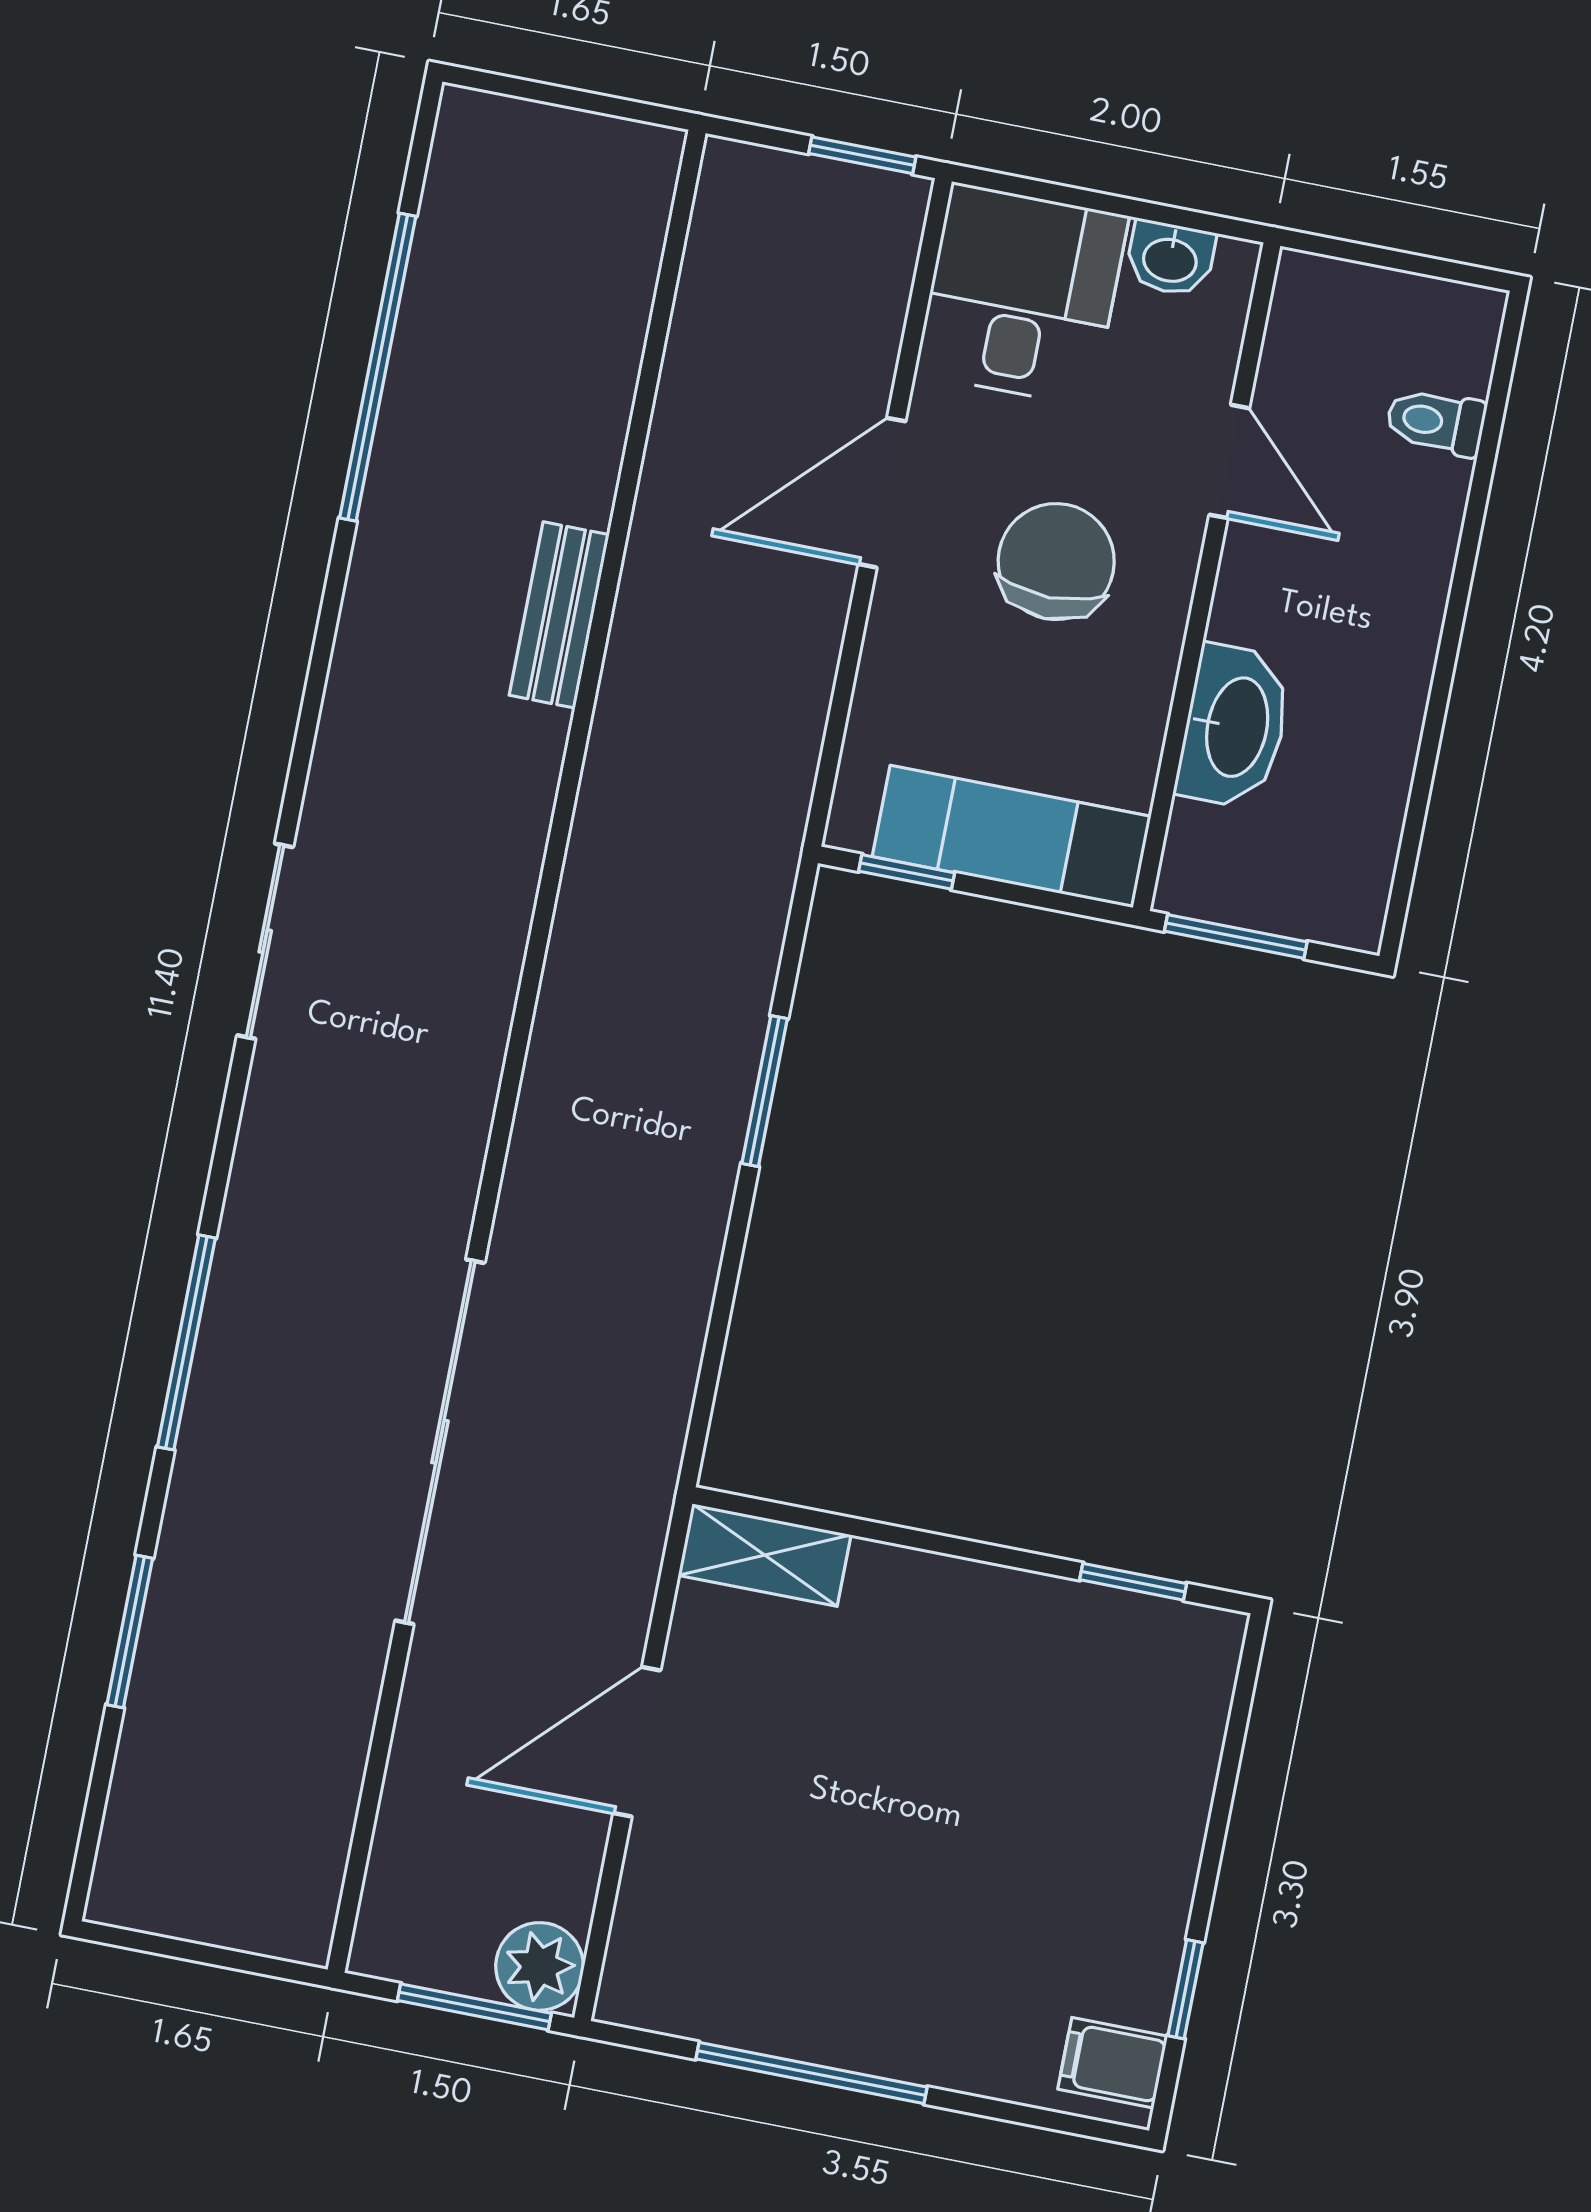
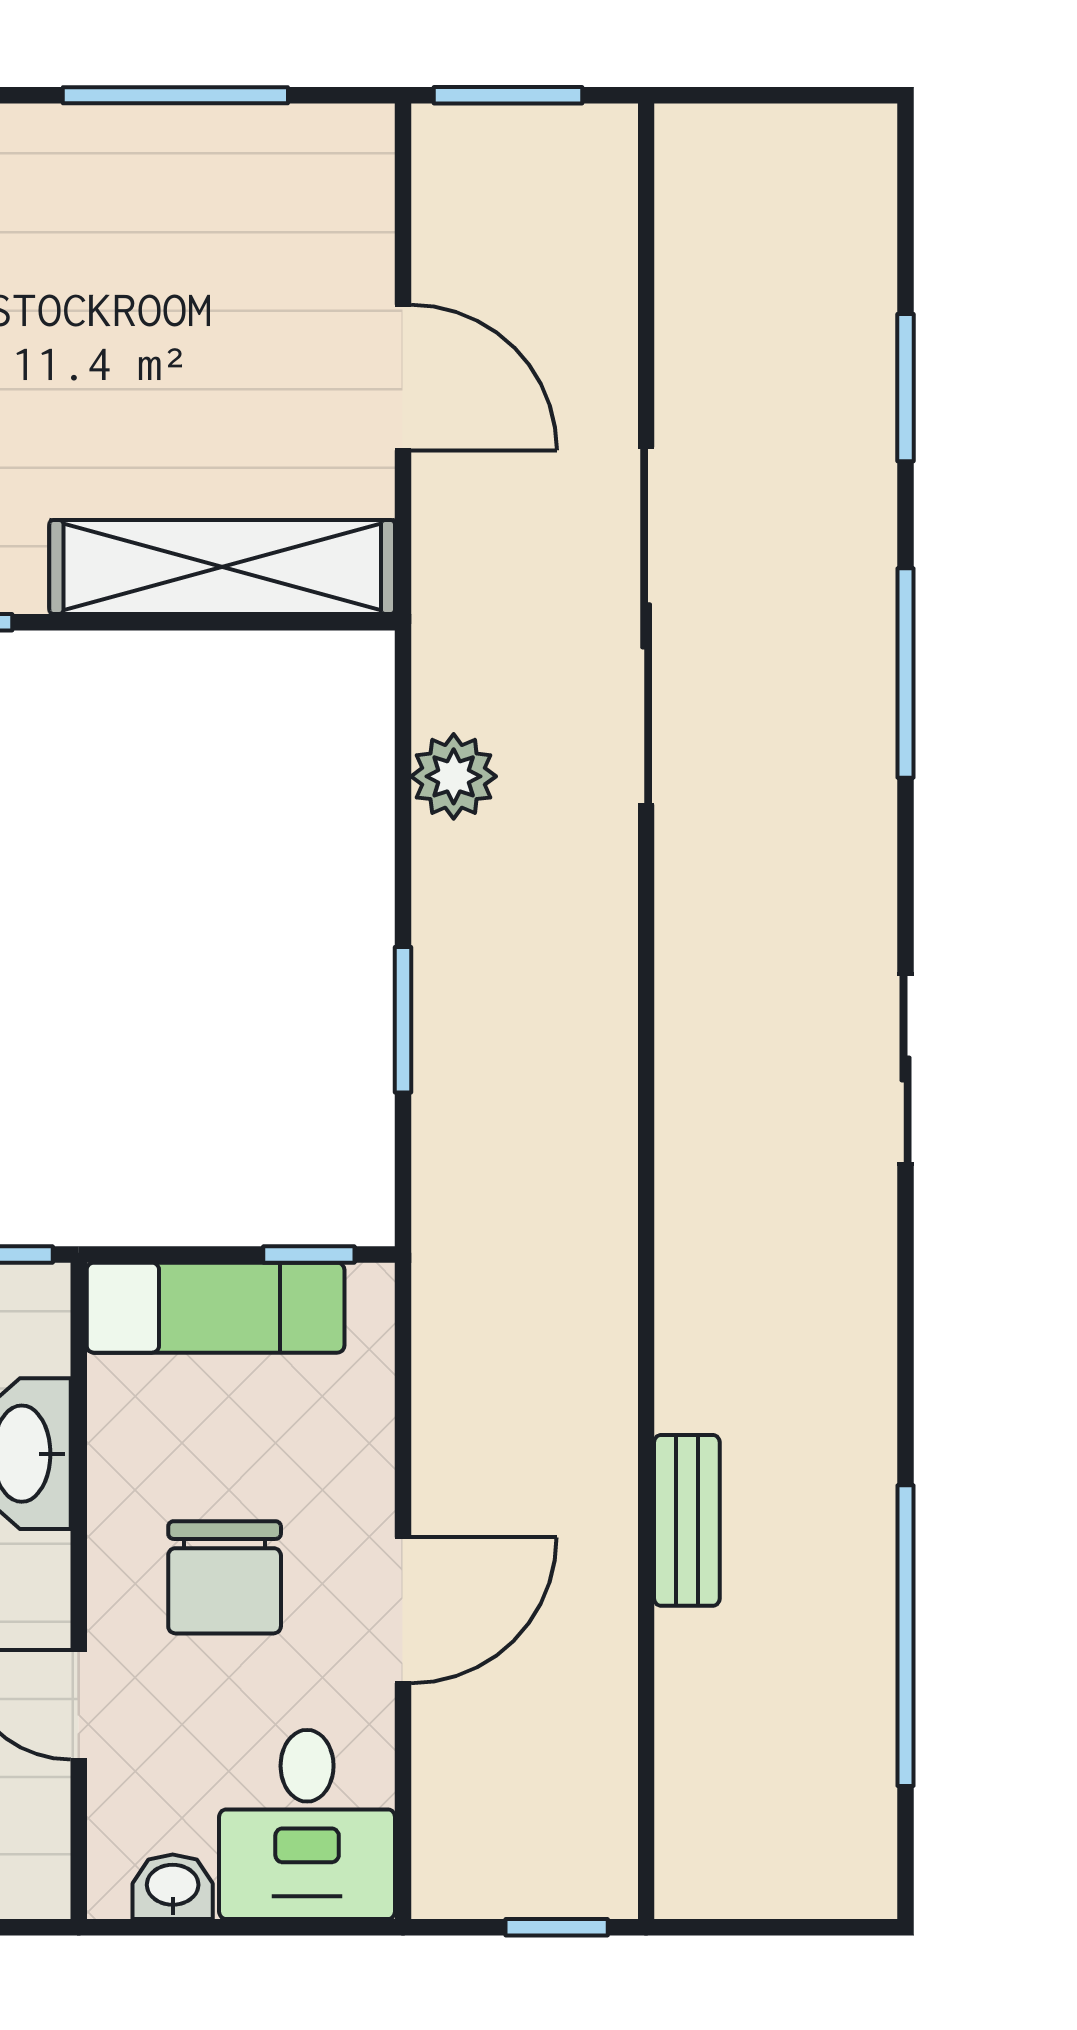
window: (862, 155) -> (557, 1927), moved
bench: (559, 615) -> (687, 1520), moved
shelving: (765, 1555) -> (222, 567), width x2.20, depth x1.33
door: (637, 1742) -> (403, 378), hinge flipped
plant: (540, 1966) -> (454, 776), moved

